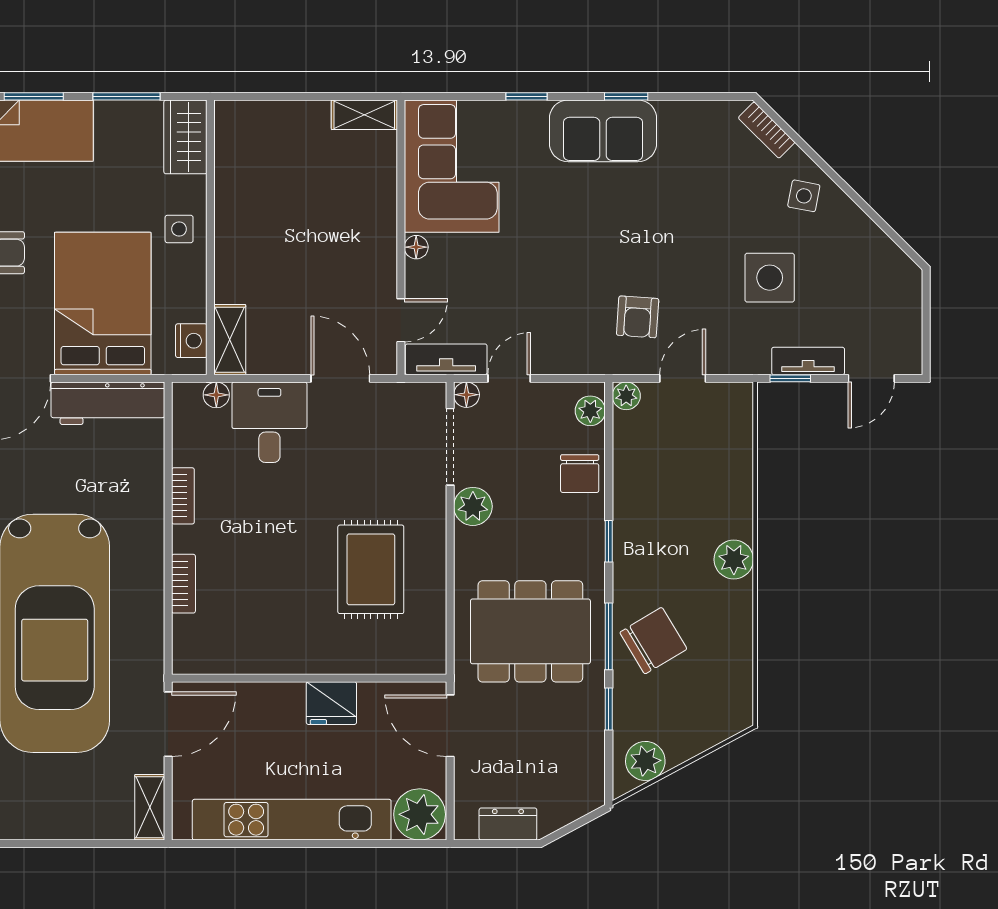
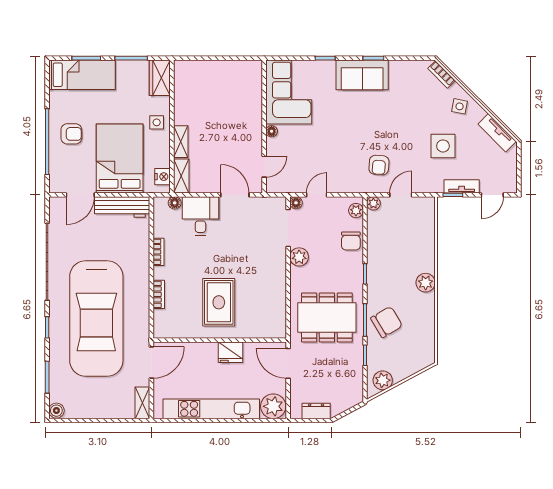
shelving: (364, 115) -> (181, 142), moved, turned 90
tv unit: (446, 359) -> (497, 133), moved, turned -135
rug: (371, 569) -> (219, 302), moved

